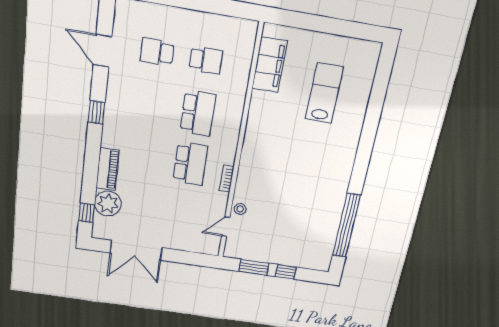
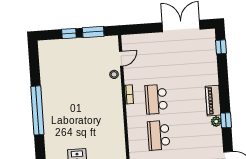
piano: (108, 169) -> (213, 101), moved
plant: (108, 204) -> (216, 121), moved, width x0.53, depth x0.53
window: (346, 225) -> (37, 110), moved

